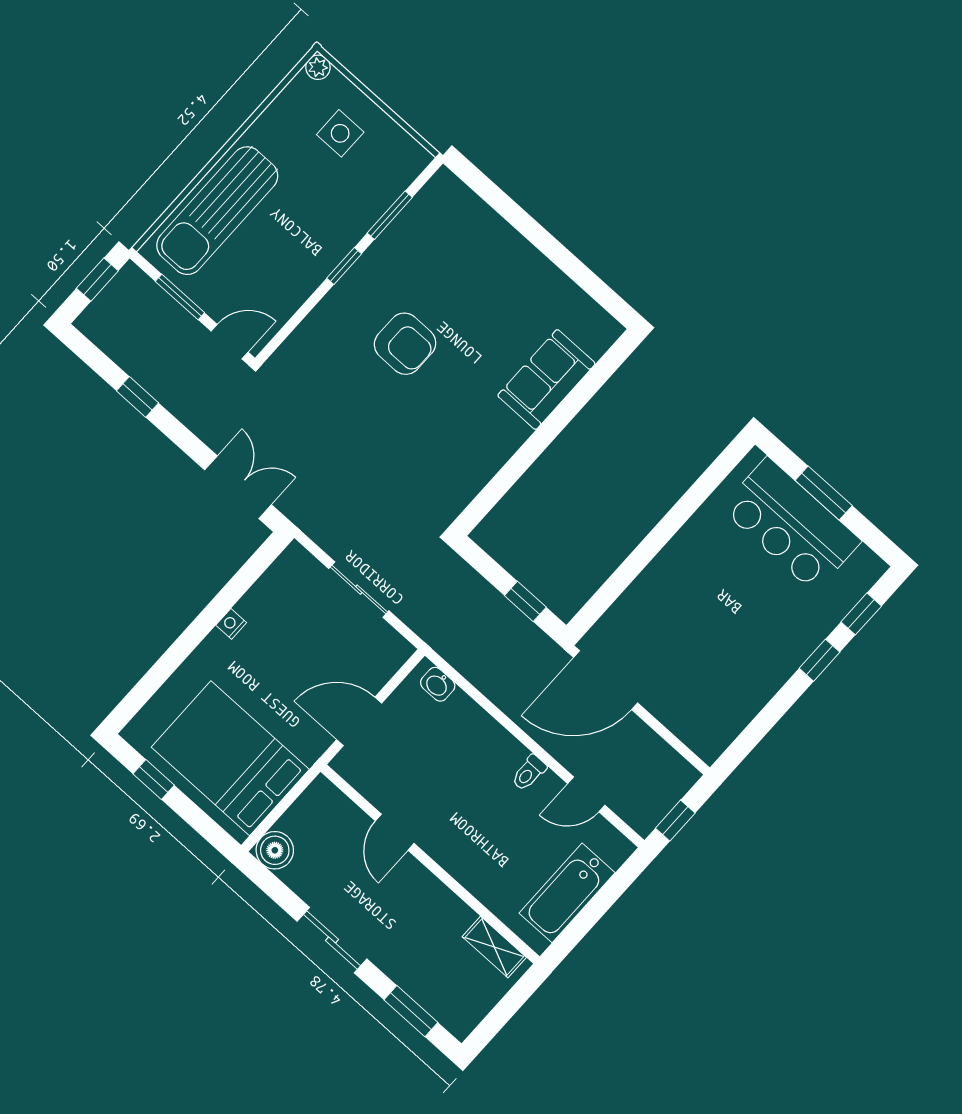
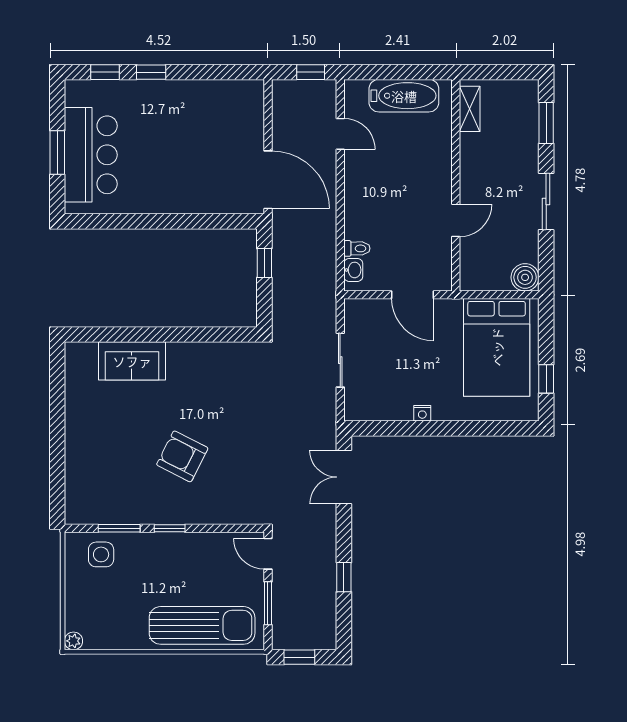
side table: (340, 133) -> (101, 554), moved
armchair: (405, 344) -> (182, 456), turned -63
toilet: (529, 773) -> (357, 248), moved

